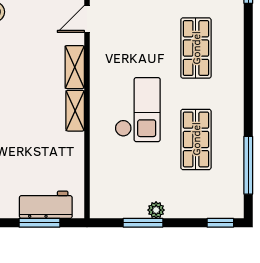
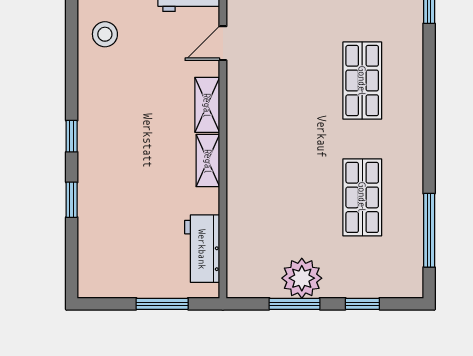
checkout: (138, 110) -> (288, 159), removed
workbench: (46, 205) -> (202, 249), moved, turned -90
plant: (156, 210) -> (302, 278), width x1.88, depth x1.88
window: (220, 223) -> (362, 304), moved

